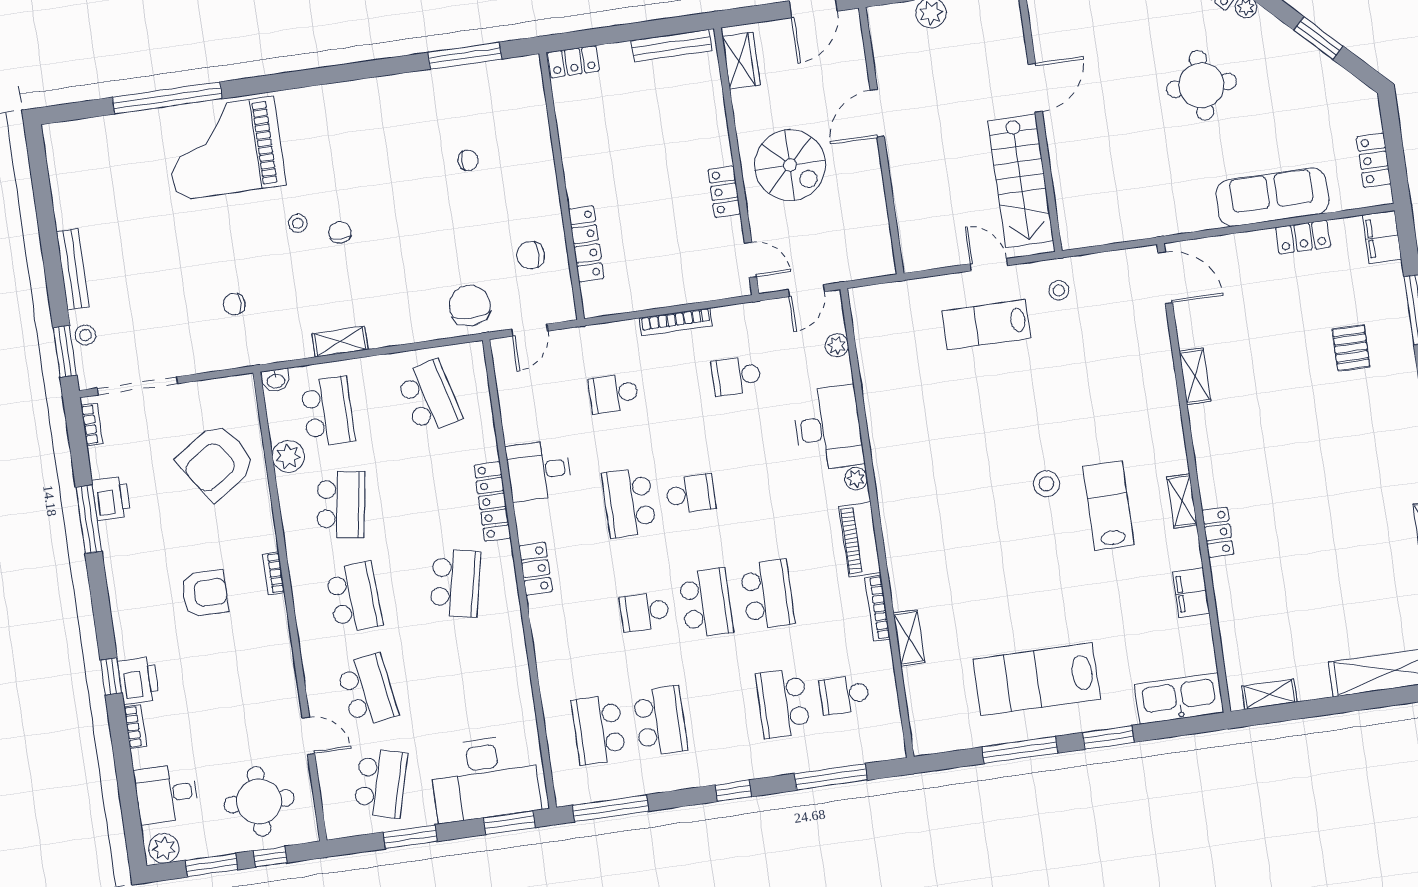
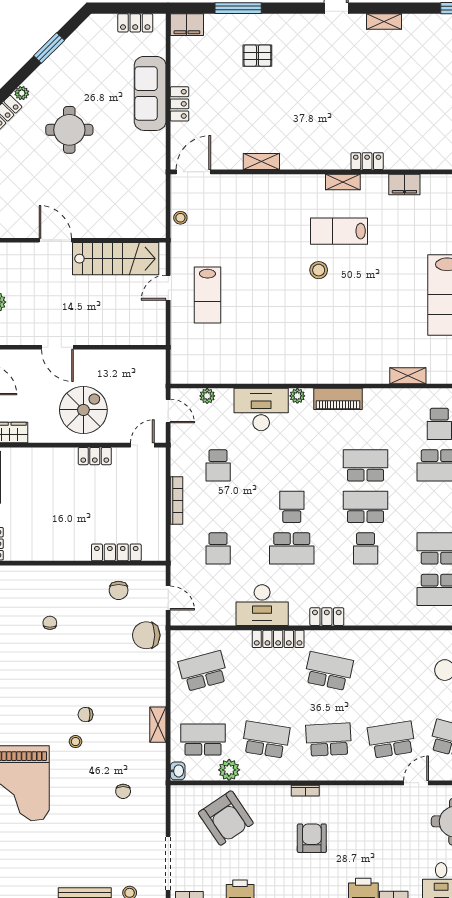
locker: (1303, 237) -> (180, 104), moved
stool: (1059, 290) -> (180, 218), moved
desk: (539, 471) -> (262, 605), width x1.37
bookcase: (877, 608) -> (385, 394), removed

